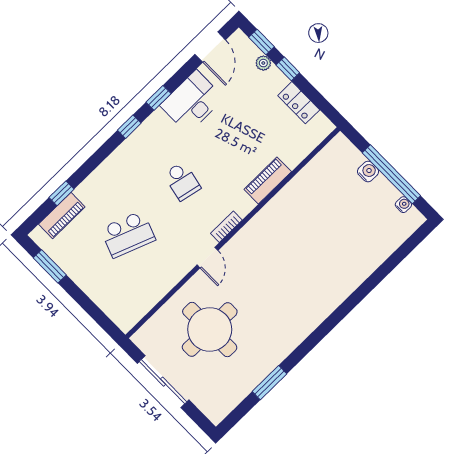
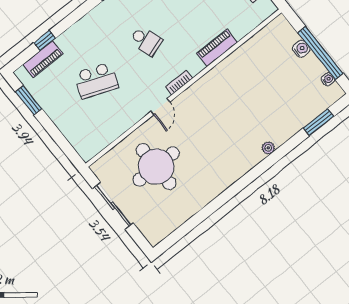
school desk: (182, 181) -> (146, 41), turned -30
plant: (341, 293) -> (268, 148), added
window: (269, 383) -> (318, 122), moved

